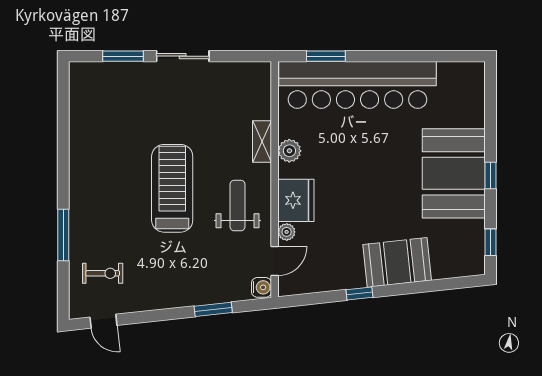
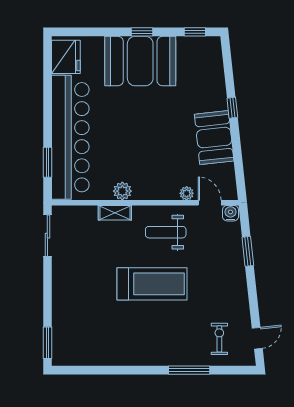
window: (123, 56) -> (47, 343), moved
sliding door: (183, 56) -> (47, 236), moved
treadmill: (172, 188) -> (152, 284), turned 180
fridge: (296, 200) -> (66, 57), moved, turned 90
booth: (397, 262) -> (214, 138), moved
window: (359, 294) -> (232, 108), moved

